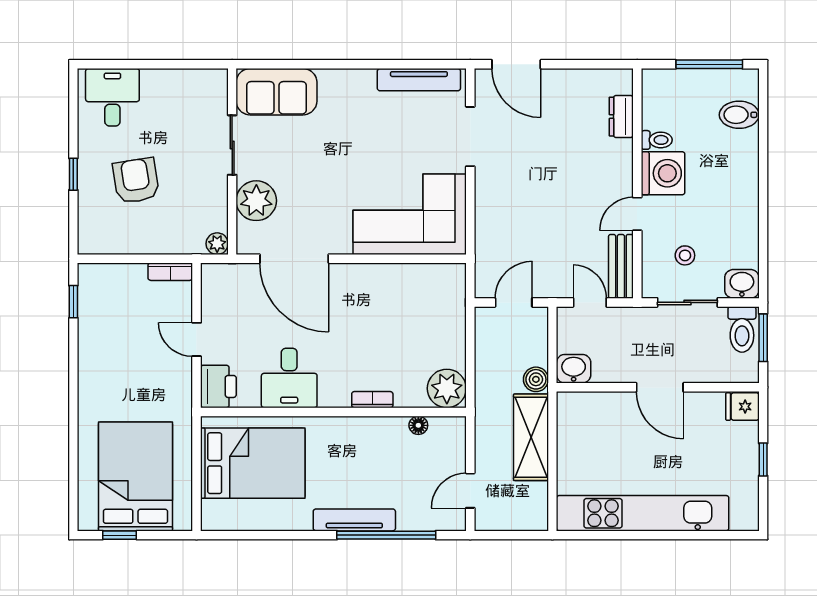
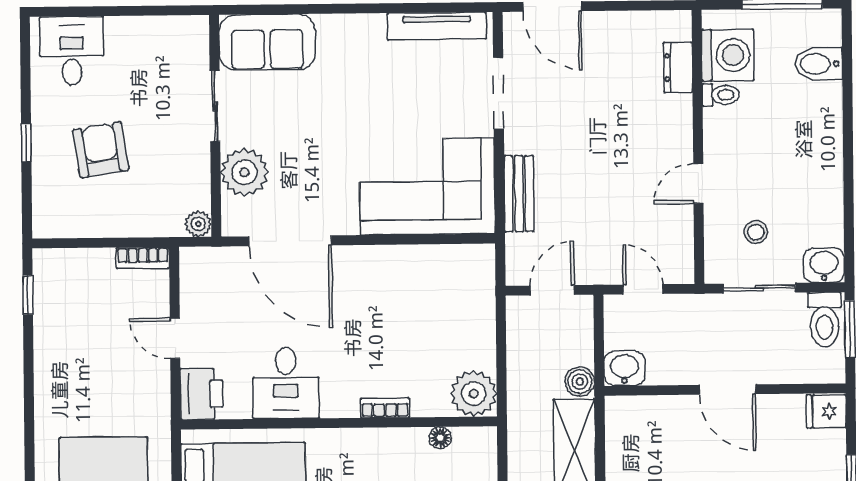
washing machine: (663, 173) -> (728, 55), moved
bench: (621, 266) -> (519, 194), moved

